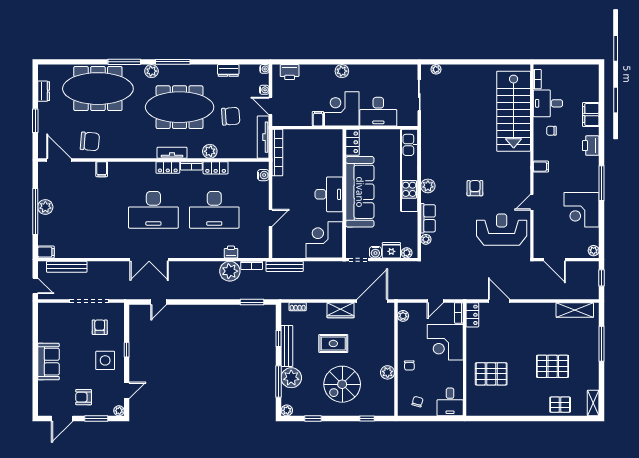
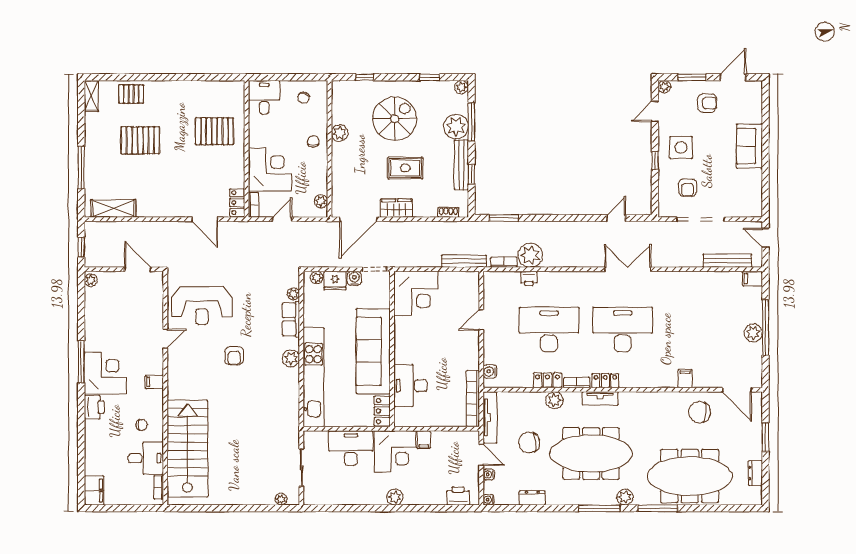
filing cabinet: (591, 115) -> (94, 490), moved
desk: (329, 194) -> (410, 386), moved
corner desk: (581, 210) -> (105, 373), moved

